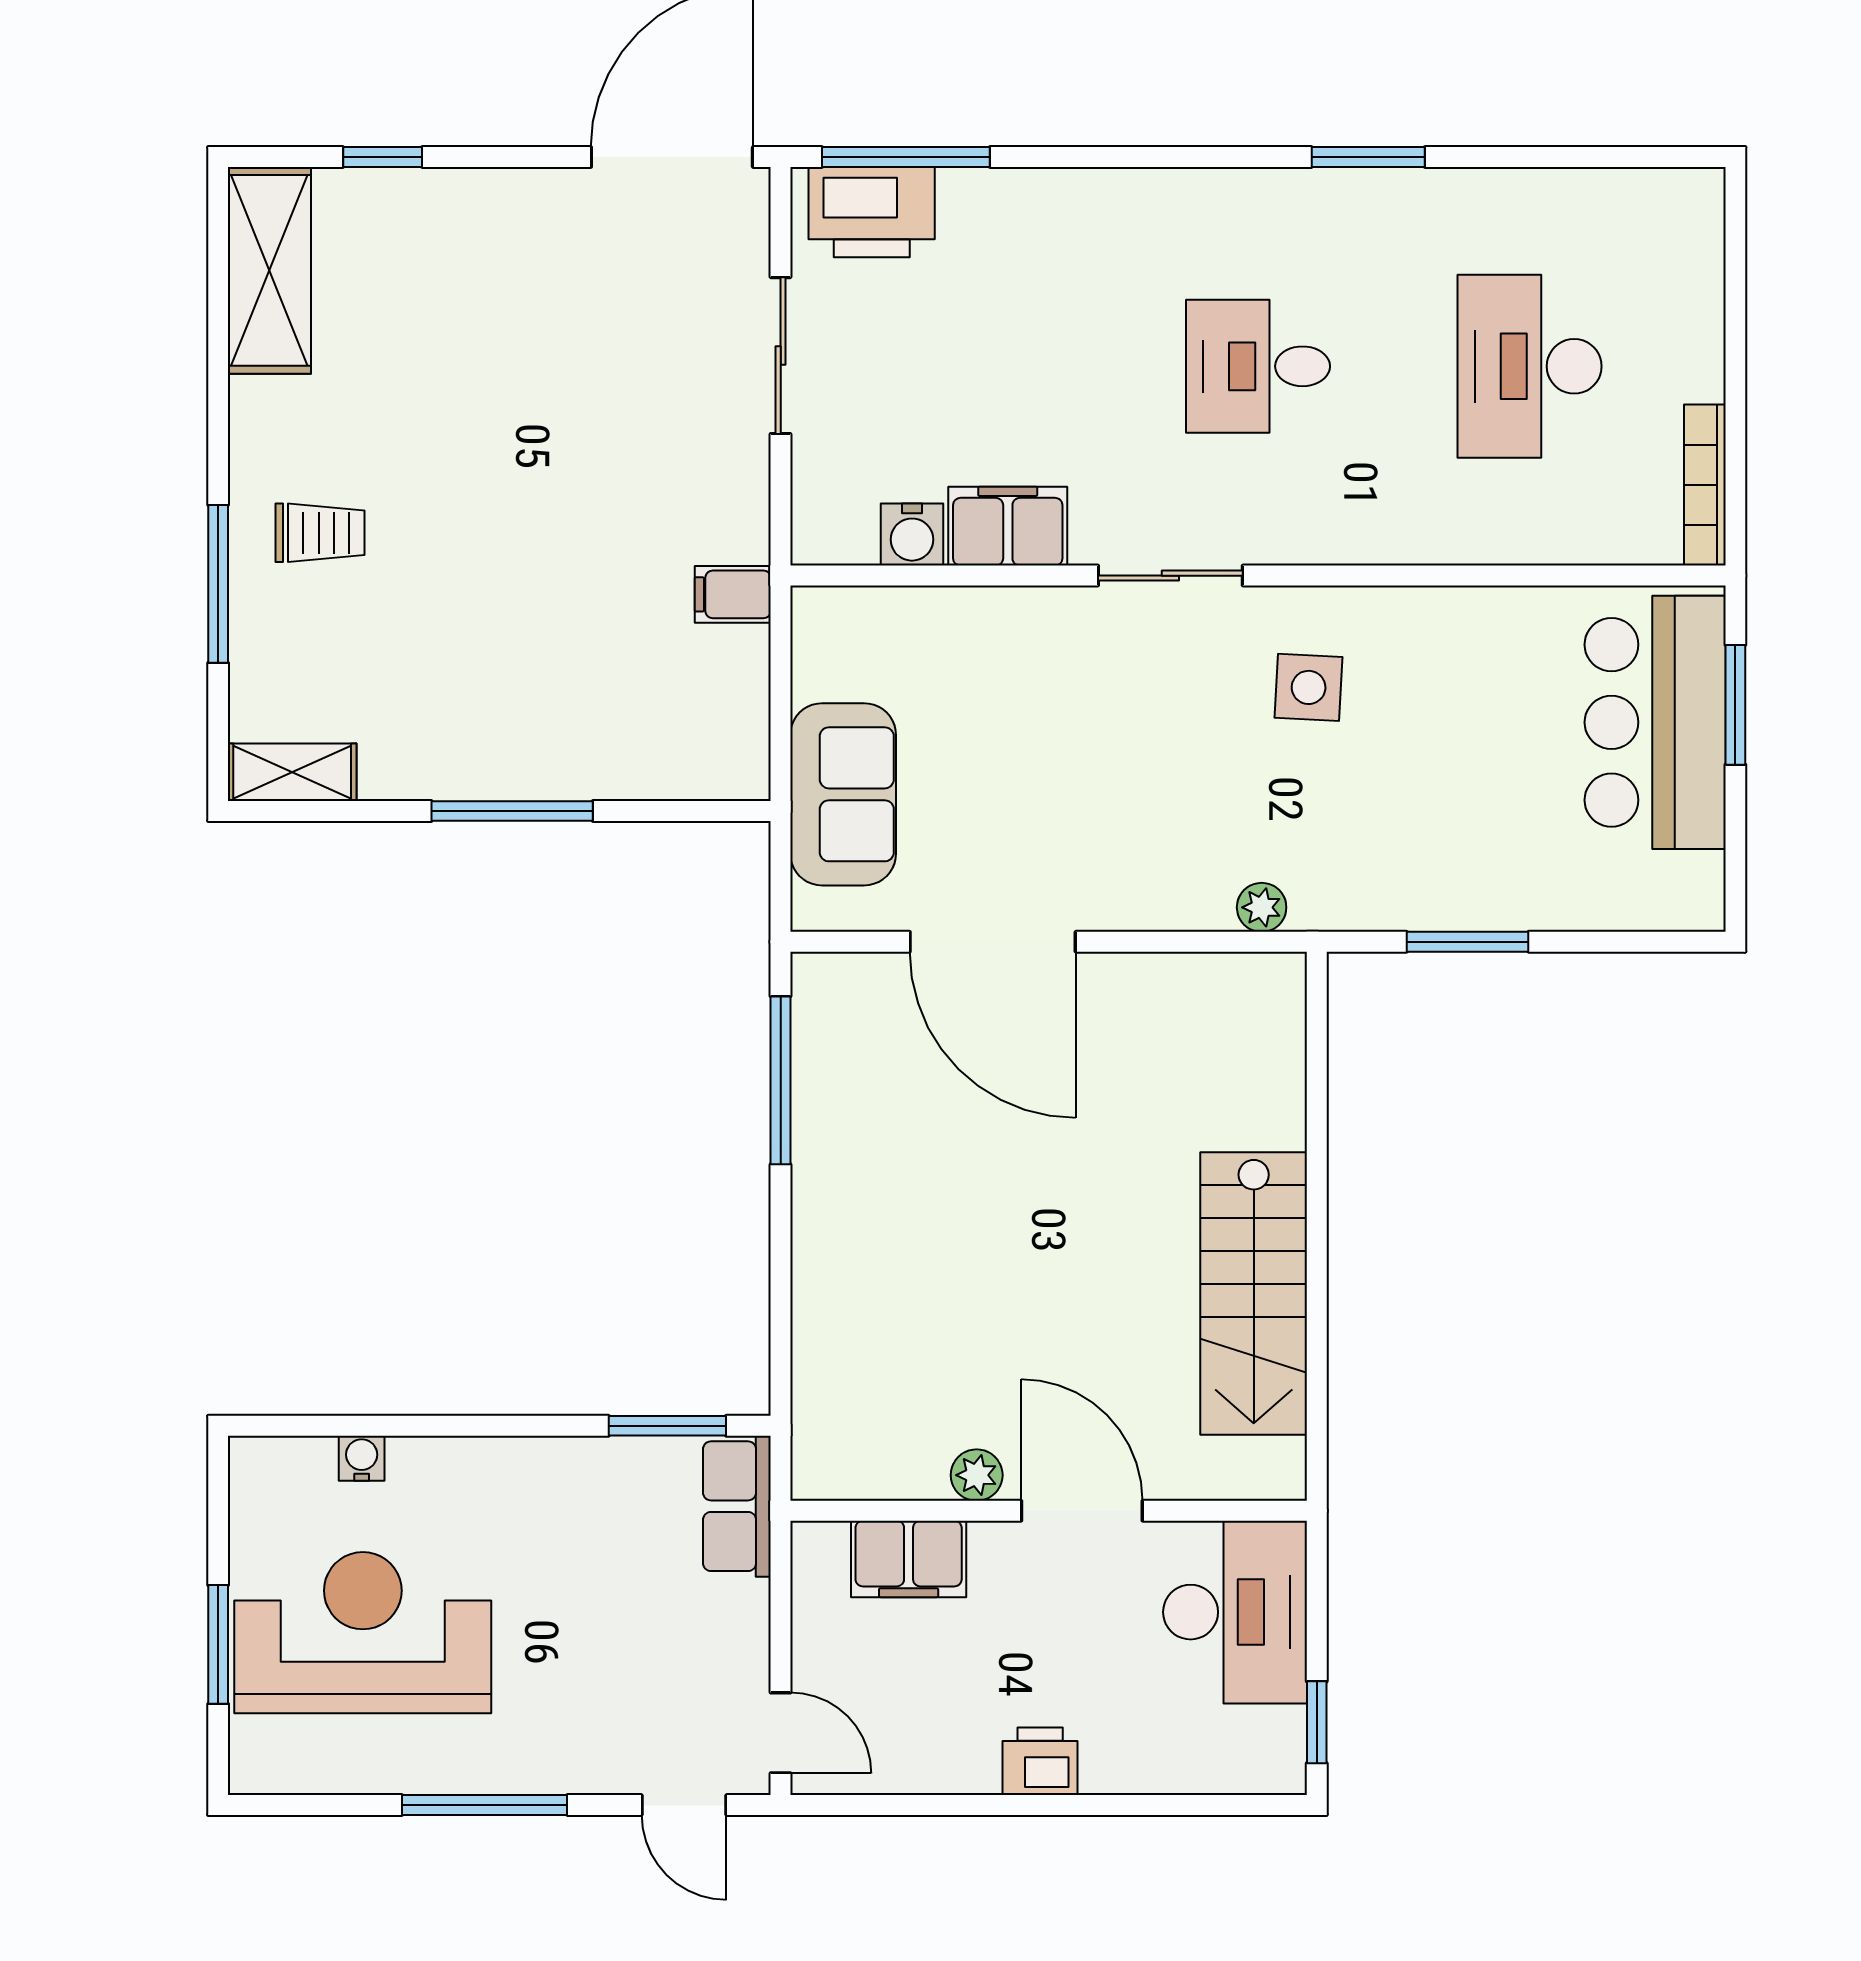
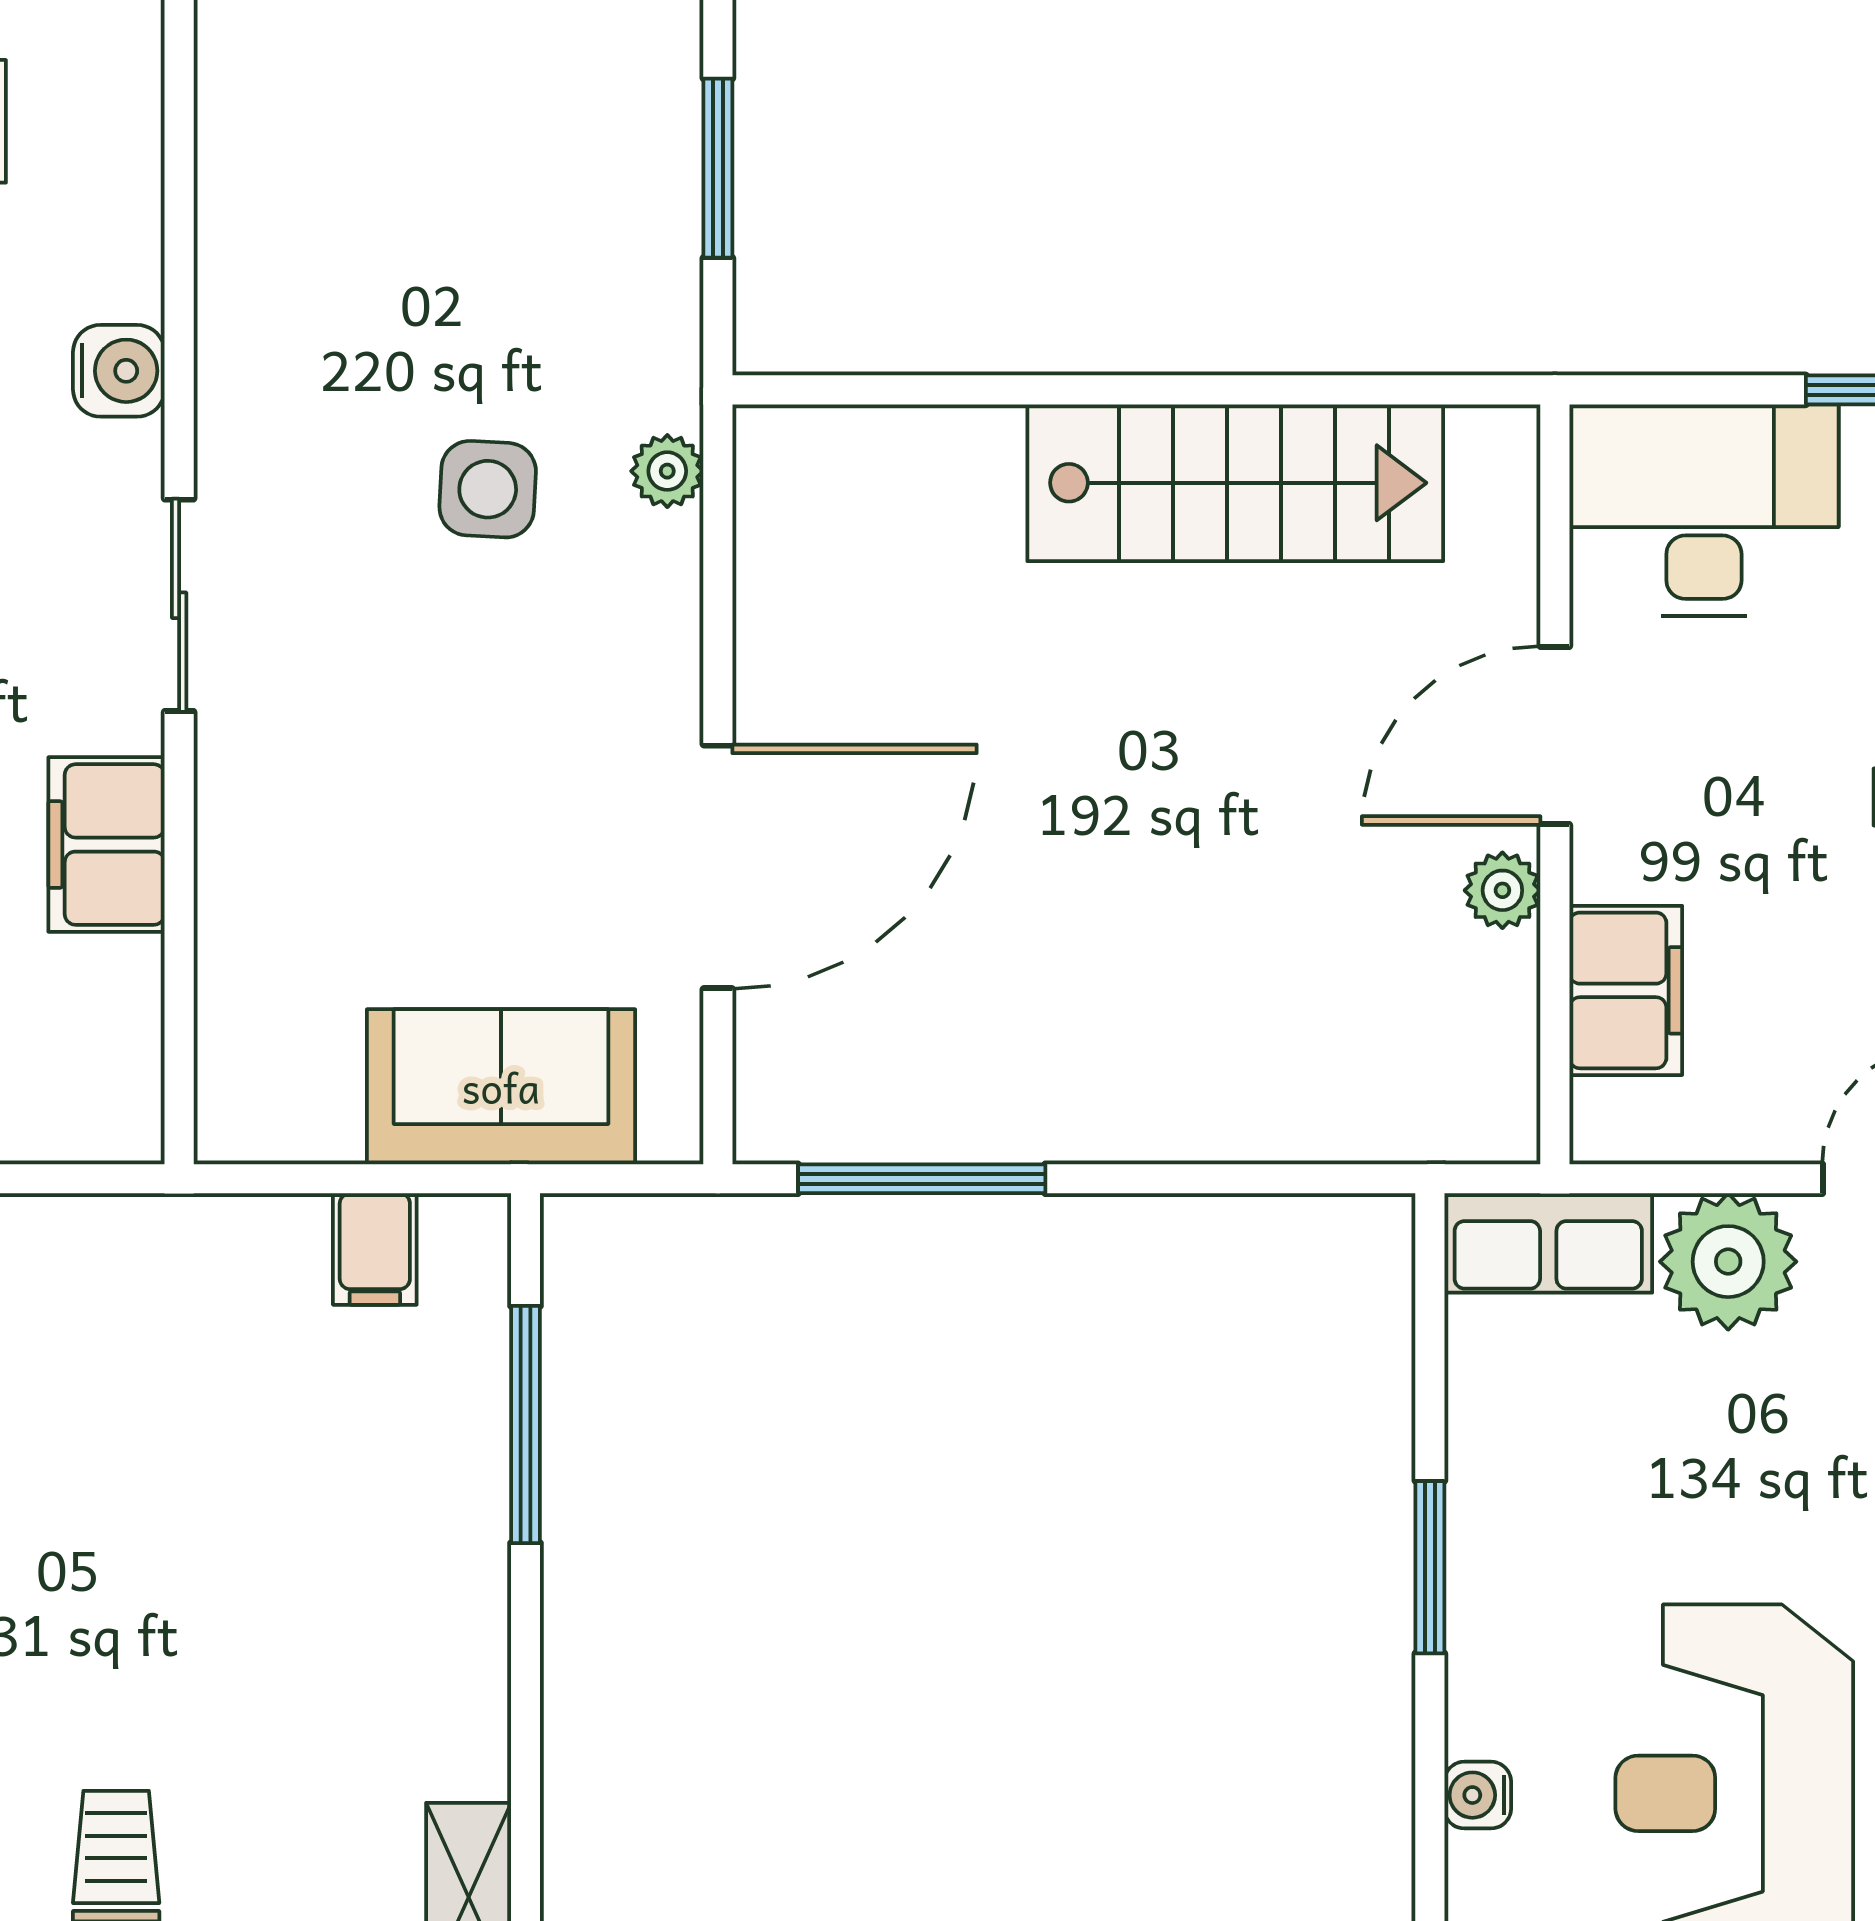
water cooler: (912, 535) -> (119, 371), moved
filing cabinet: (733, 594) -> (375, 1249), moved
side table: (1309, 687) -> (488, 489), moved
window: (512, 811) -> (525, 1425), moved
window: (667, 1426) -> (1430, 1567), moved
plant: (724, 1629) -> (1728, 1262), added

